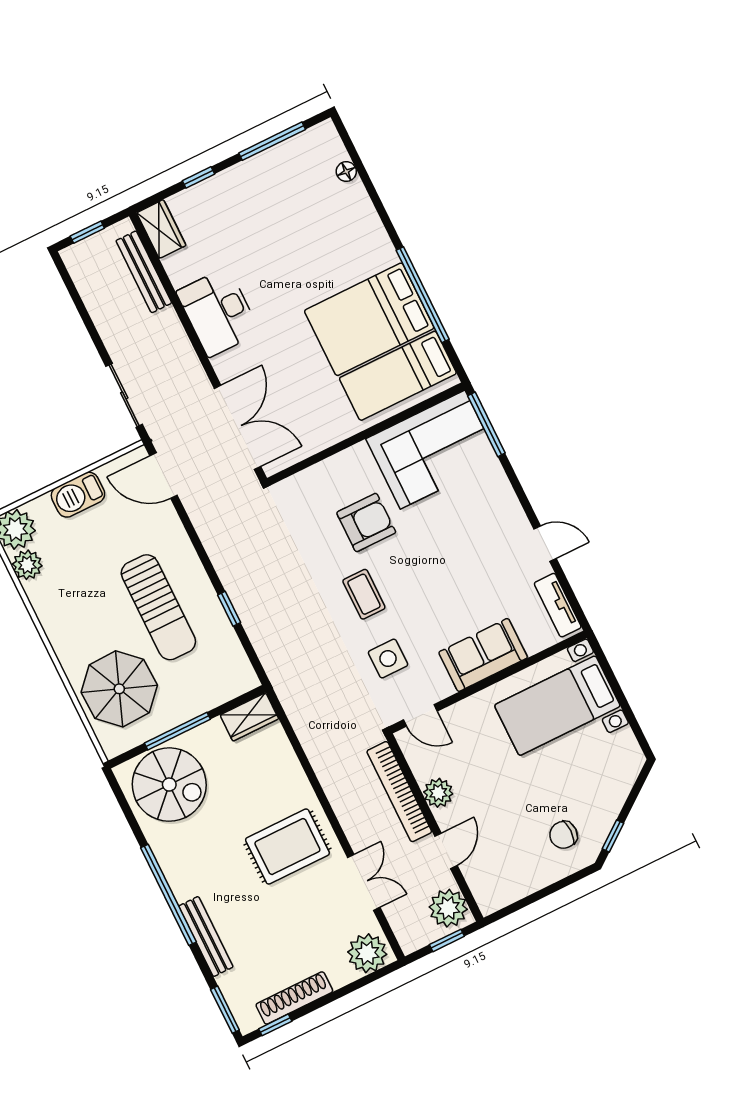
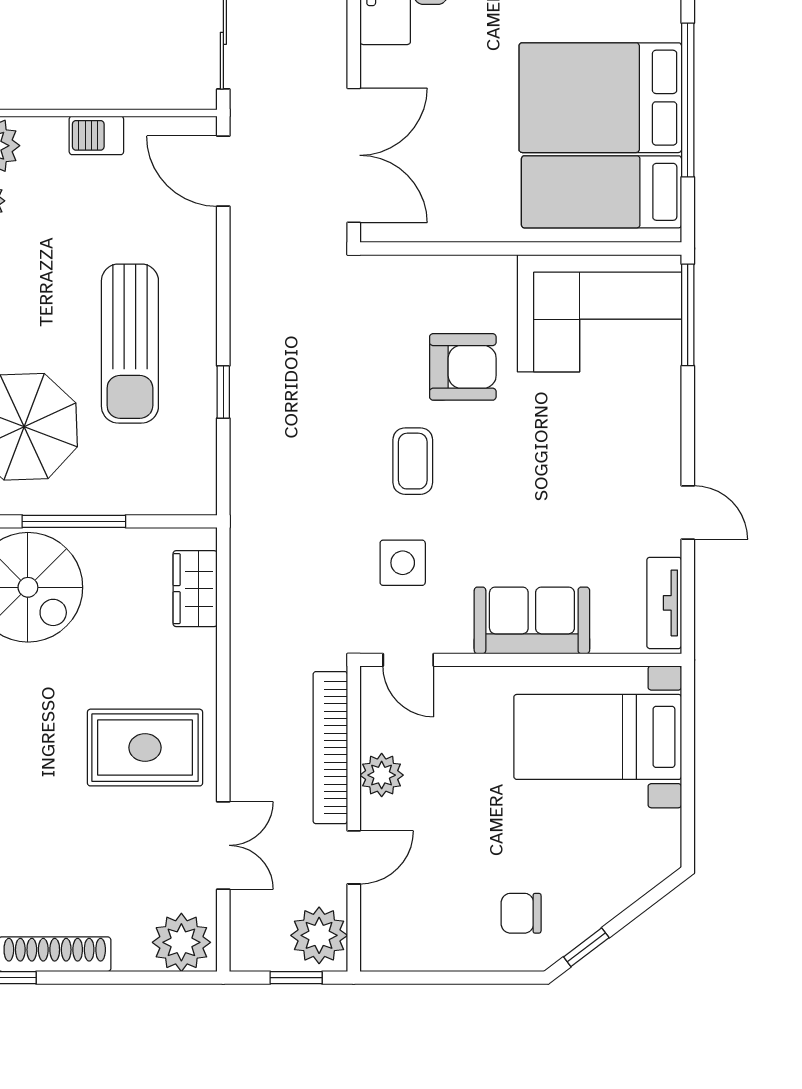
barbecue: (78, 495) -> (96, 135), width x0.73, depth x0.79
wardrobe: (249, 717) -> (195, 589), moved, turned 90

